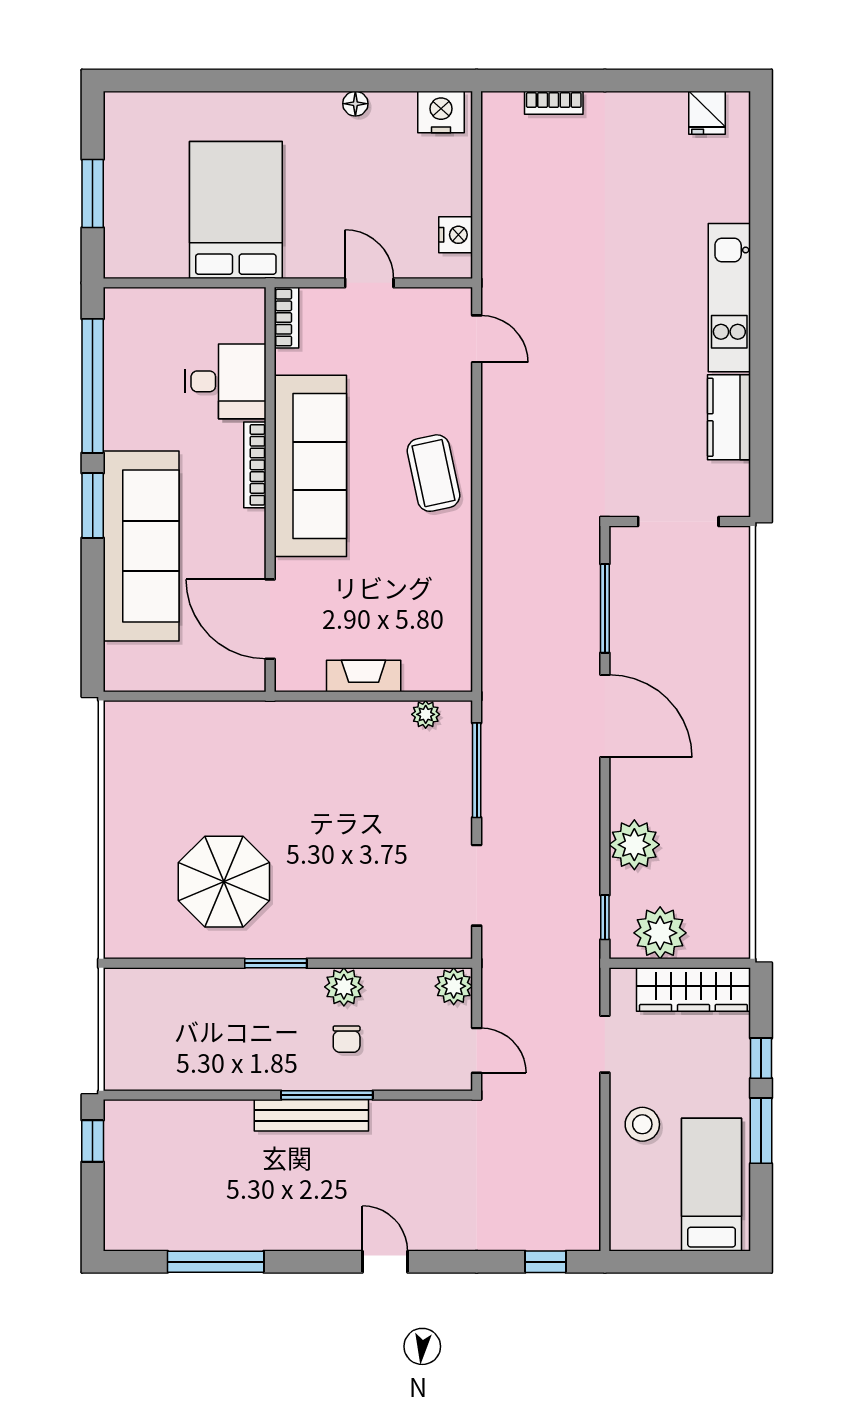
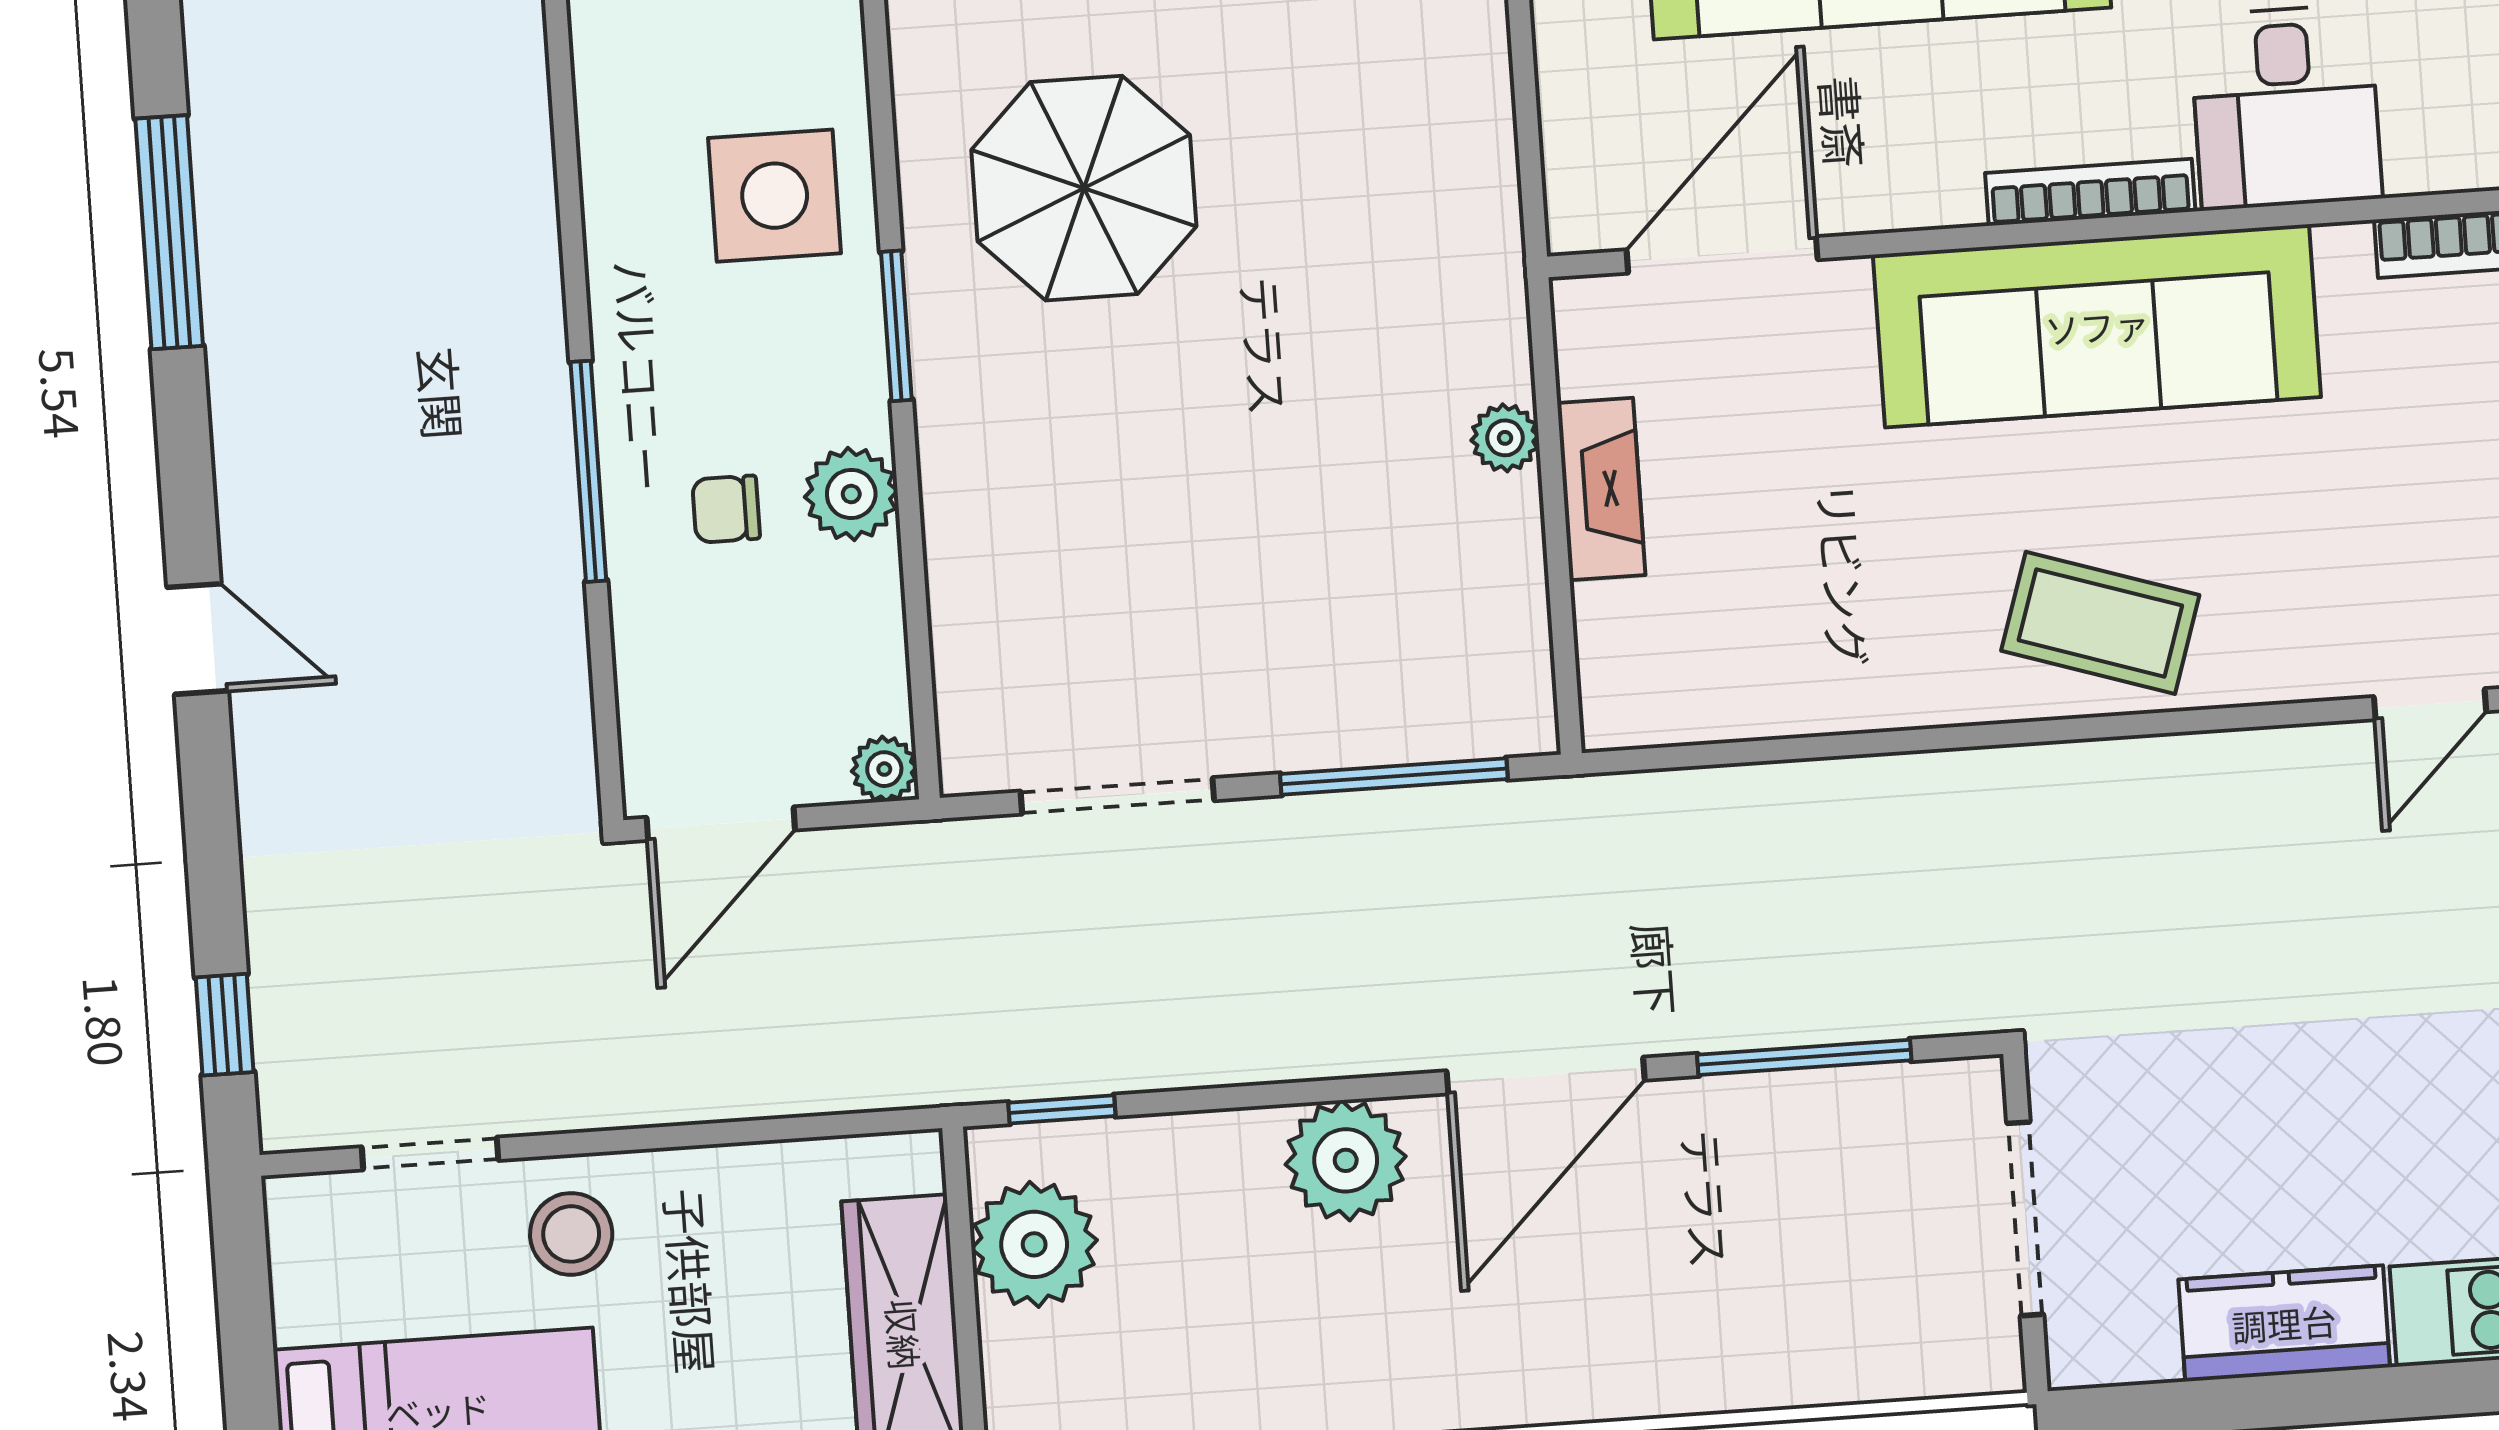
coffee table: (433, 473) -> (2100, 623), turned 30
plant: (426, 714) -> (1505, 438), moved
plant: (634, 845) -> (1346, 1160), moved
plant: (454, 986) -> (884, 769), width x0.73, depth x0.73
side table: (218, 1010) -> (775, 196), added
doorway: (605, 1044) -> (430, 1154), moved
door: (477, 1050) -> (721, 824), width x1.38
bench: (311, 1115) -> (537, 437), removed
door: (385, 1262) -> (198, 639), hinge flipped

